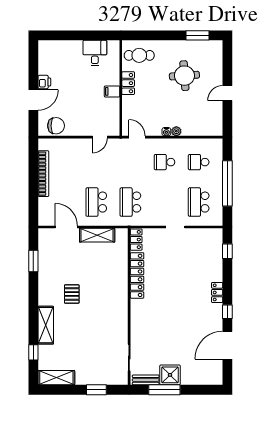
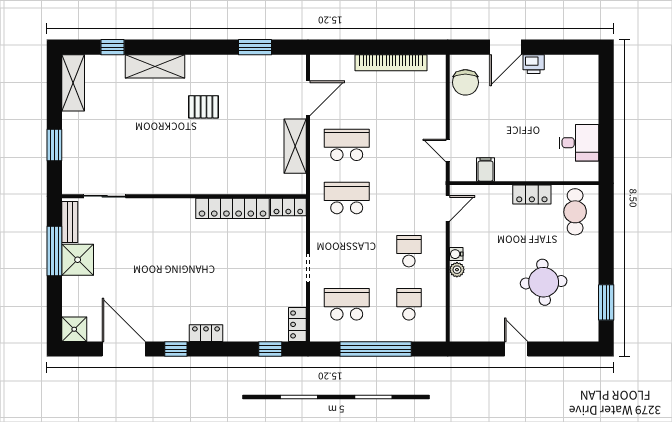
filing cabinet: (112, 91) -> (486, 169), moved
door: (33, 100) -> (505, 47), hinge flipped
locker: (212, 234) -> (297, 324), added
shower: (215, 377) -> (74, 329), added

